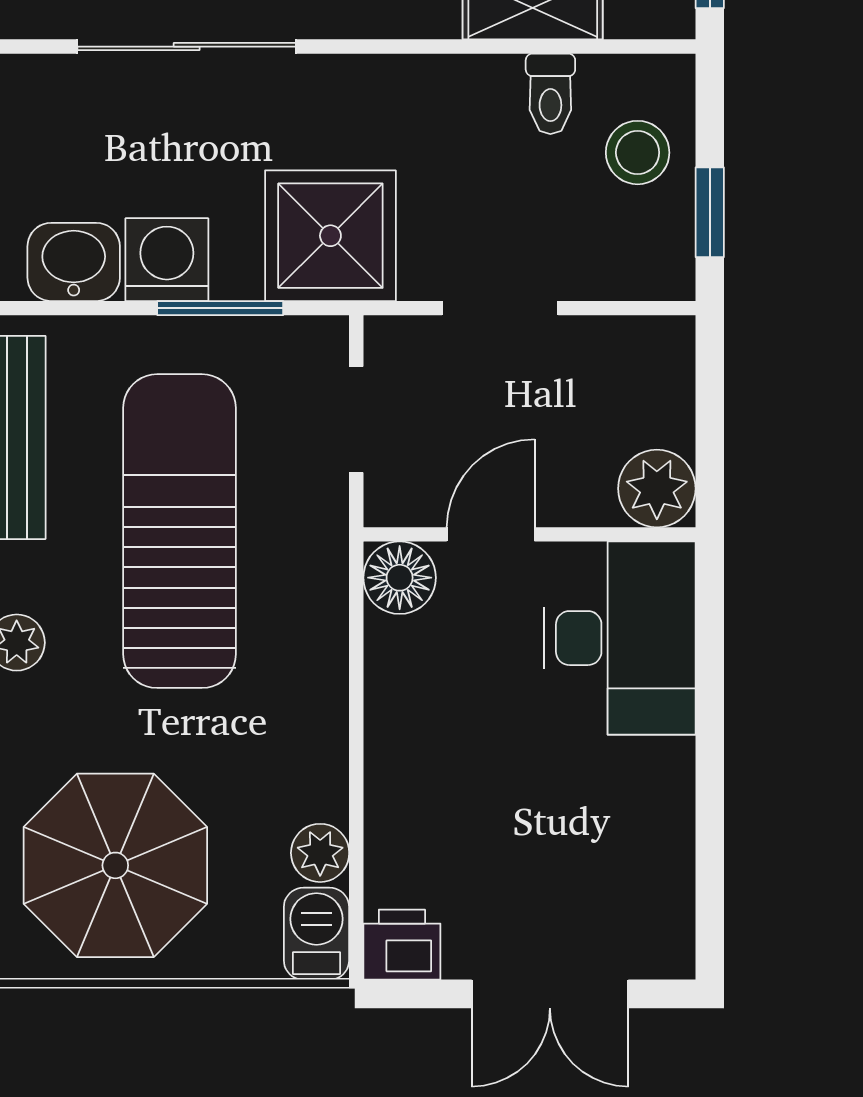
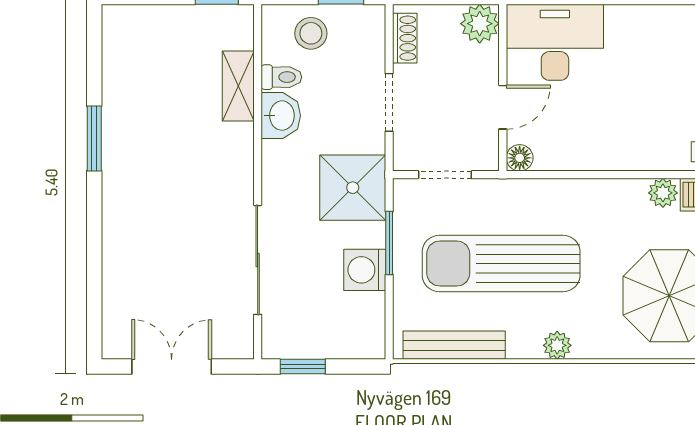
washbasin: (74, 262) -> (281, 116), moved, turned 180
shoe rack: (628, 339) -> (405, 38), added
door: (491, 534) -> (503, 107), swing flipped
floor lamp: (400, 578) -> (520, 158), width x0.73, depth x0.73

